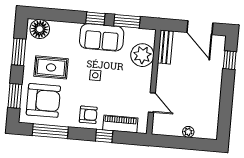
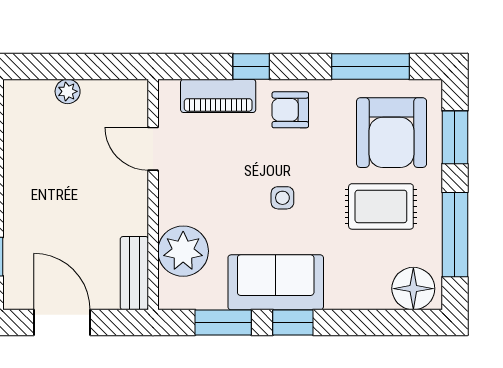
window: (19, 52) -> (455, 235), width x1.44
armchair: (43, 100) -> (392, 133), turned -90

